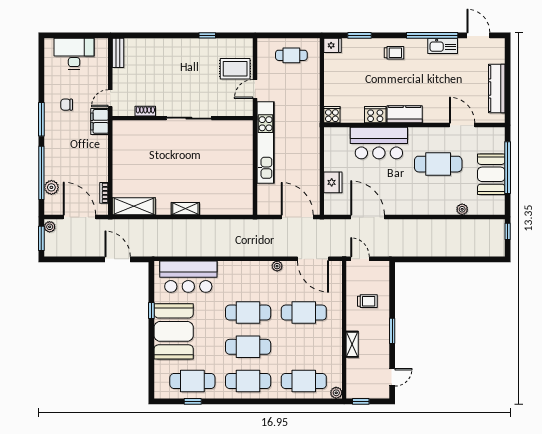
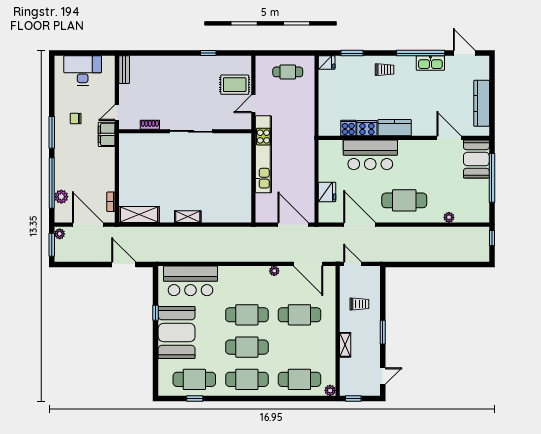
cooker: (332, 115) -> (348, 128), moved
cafe table: (438, 164) -> (404, 200), moved
booth: (491, 174) -> (476, 159), moved

